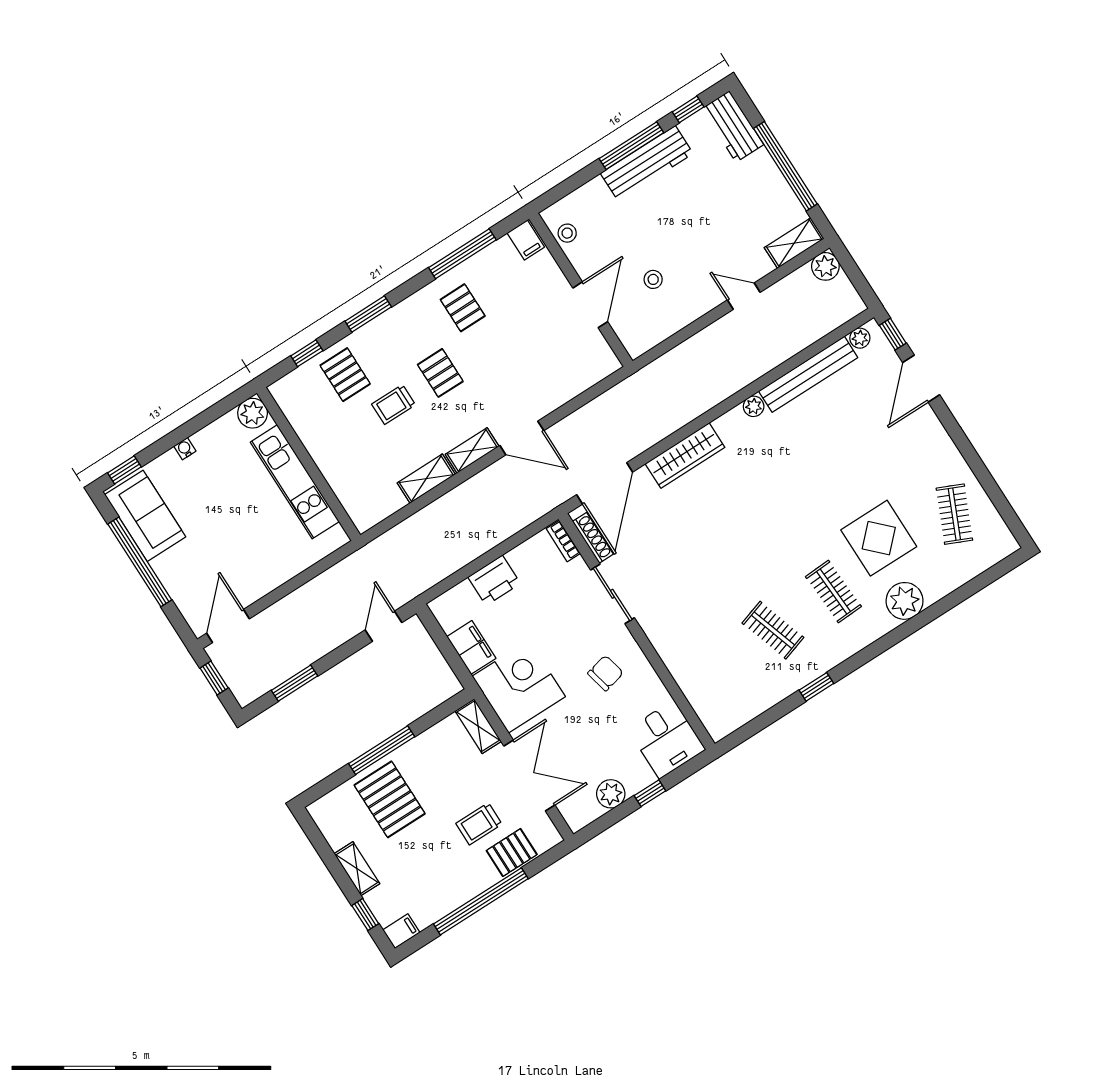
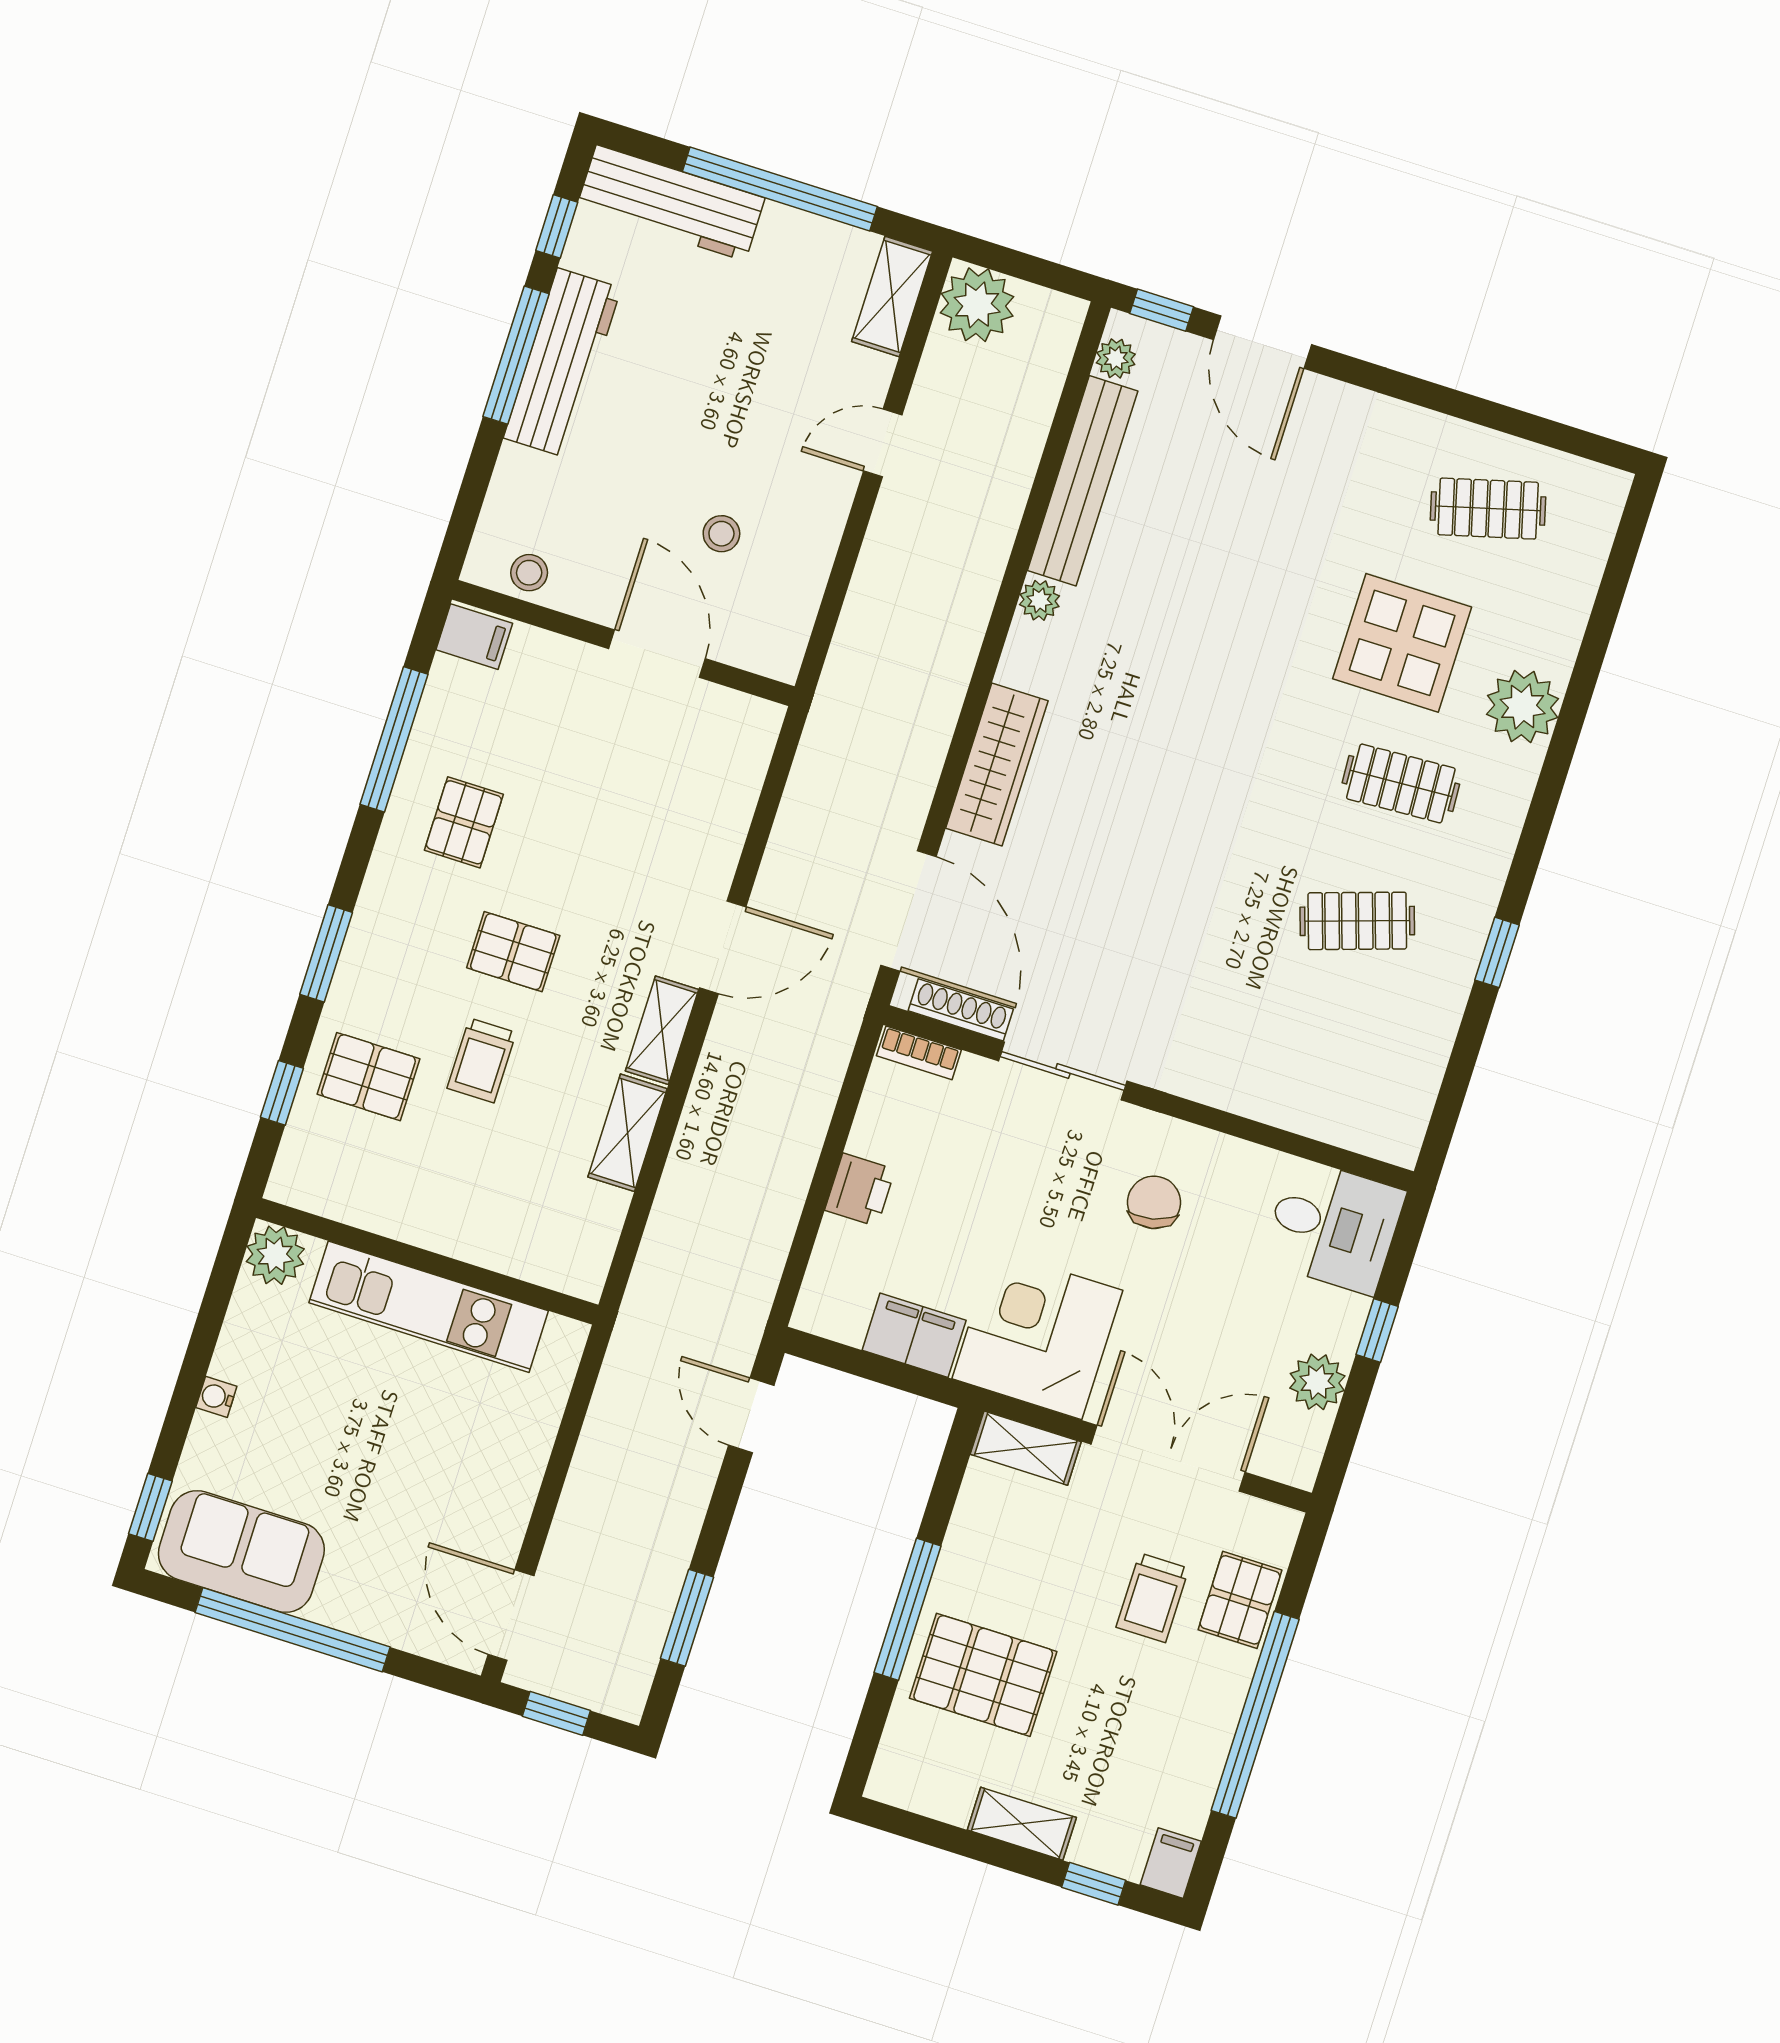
workbench: (733, 127) -> (671, 203), width x1.38
plant: (825, 266) -> (977, 305), width x1.36, depth x1.36
pallet: (463, 308) -> (464, 822), turned 90
clothes rail: (954, 514) -> (1488, 509), turned -39
printer: (494, 580) -> (860, 1190), width x0.73, depth x0.81

